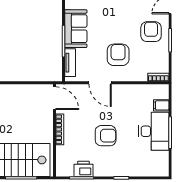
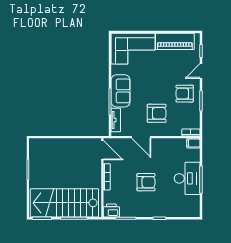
armchair: (151, 32) -> (185, 94), turned -90
armchair: (118, 55) -> (157, 113), turned 90
filing cabinet: (161, 105) -> (193, 143), moved
printer: (83, 169) -> (111, 211), moved

